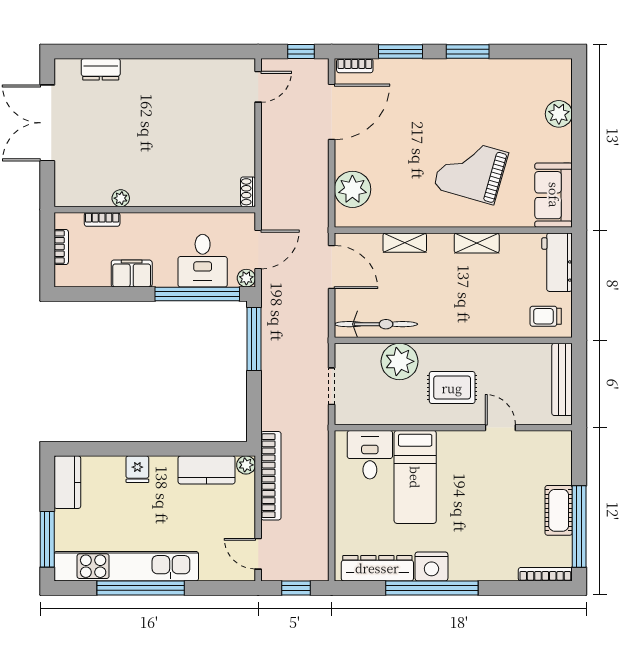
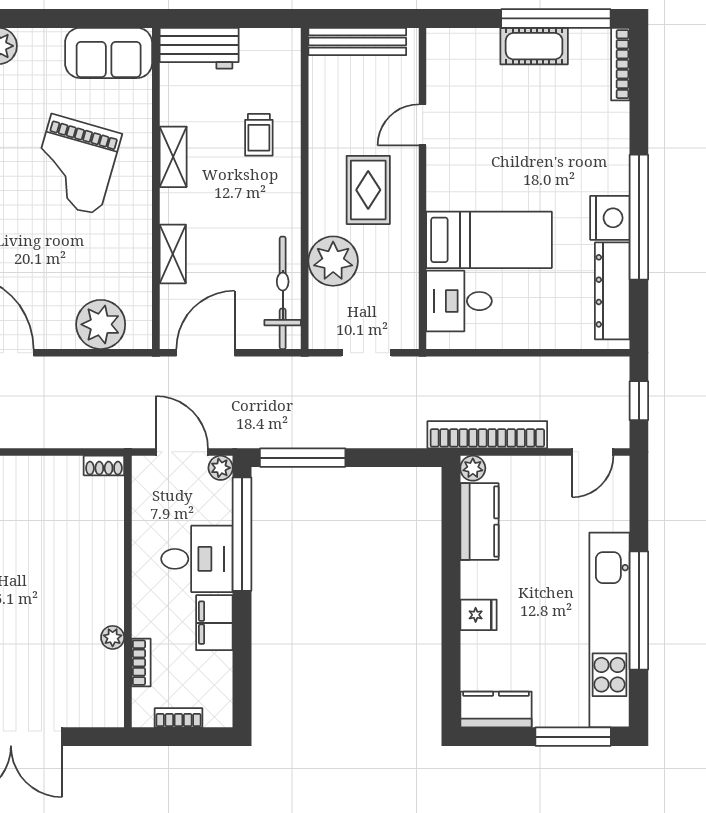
desk: (203, 261) -> (197, 559), moved
trolley: (546, 316) -> (259, 135), moved

